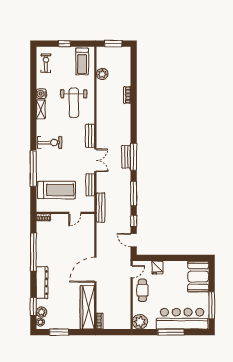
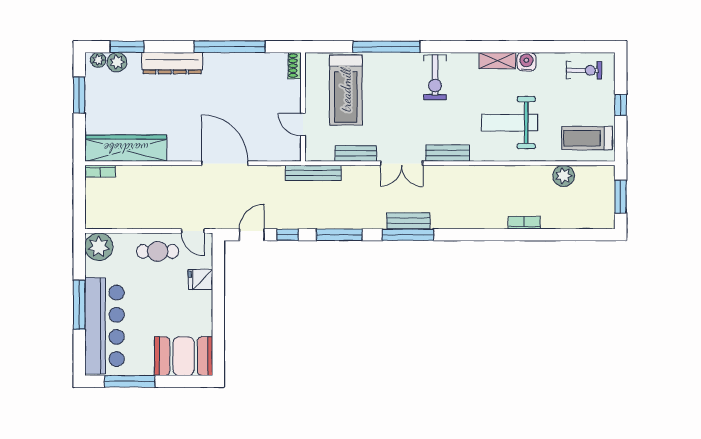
door: (95, 270) -> (225, 163), moved

